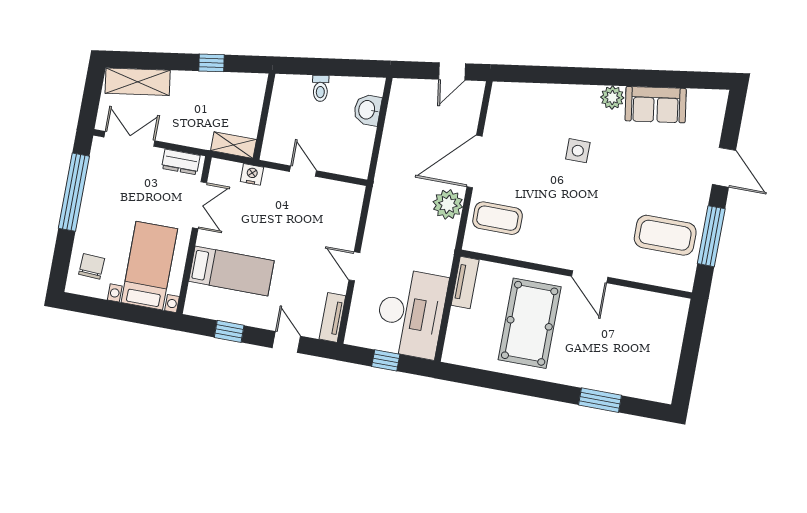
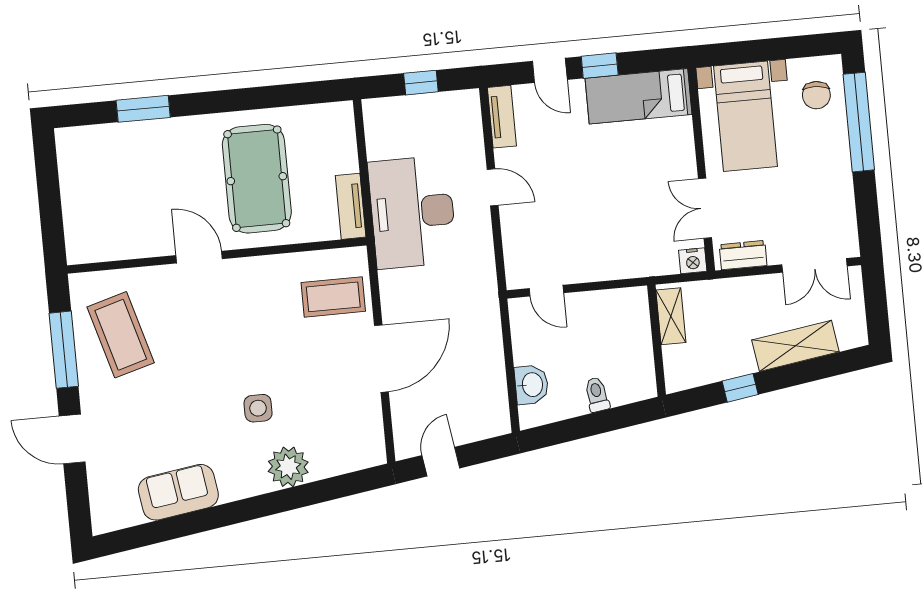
shelving: (138, 82) -> (795, 346), moved
plant: (612, 98) -> (288, 467), moved, width x1.36, depth x1.36
shelving: (234, 145) -> (671, 316), moved, turned 90
door: (303, 171) -> (546, 291), moved
nightstand: (252, 174) -> (693, 261), moved
window: (74, 192) -> (859, 122), moved
plant: (448, 204) -> (399, 296), removed
coffee table: (665, 235) -> (121, 335), turned 74
bed: (231, 271) -> (638, 96), moved
desk: (411, 313) -> (412, 212), moved
window: (229, 331) -> (600, 66), moved

